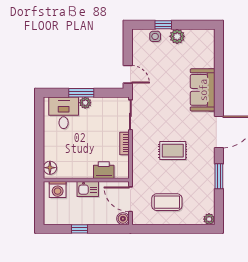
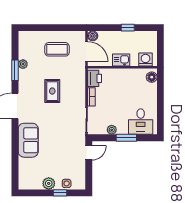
door: (128, 74) -> (89, 153), swing flipped
plant: (85, 103) -> (112, 130), moved
rug: (173, 151) -> (52, 91), turned 90
printer: (104, 170) -> (94, 78), moved, turned -90
plant: (209, 219) -> (23, 64), moved

